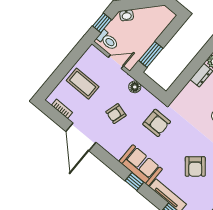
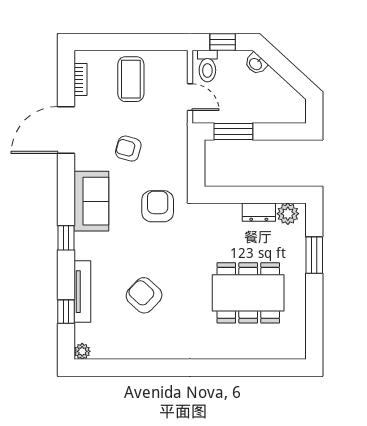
floor lamp: (135, 87) -> (179, 144), removed
armchair: (157, 123) -> (158, 206), turned 180
sofa: (141, 165) -> (91, 201), moved
armchair: (195, 166) -> (144, 295), turned 83

